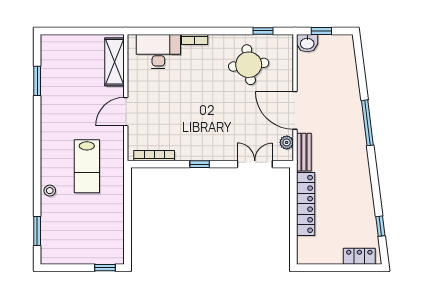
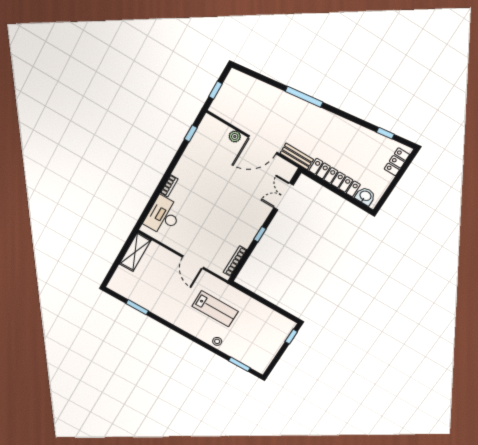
washbasin: (307, 43) -> (365, 196), moved, turned -90
shelving: (115, 62) -> (135, 252), moved, turned 90
round table: (249, 65) -> (209, 158), removed
plant: (287, 142) -> (235, 136), moved

